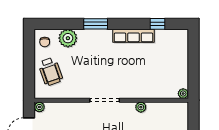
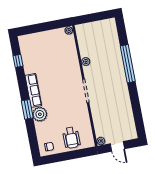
row of seats: (134, 36) -> (33, 90), moved
plant: (68, 38) -> (40, 114), moved
wheelchair: (50, 71) -> (71, 138), turned 109

